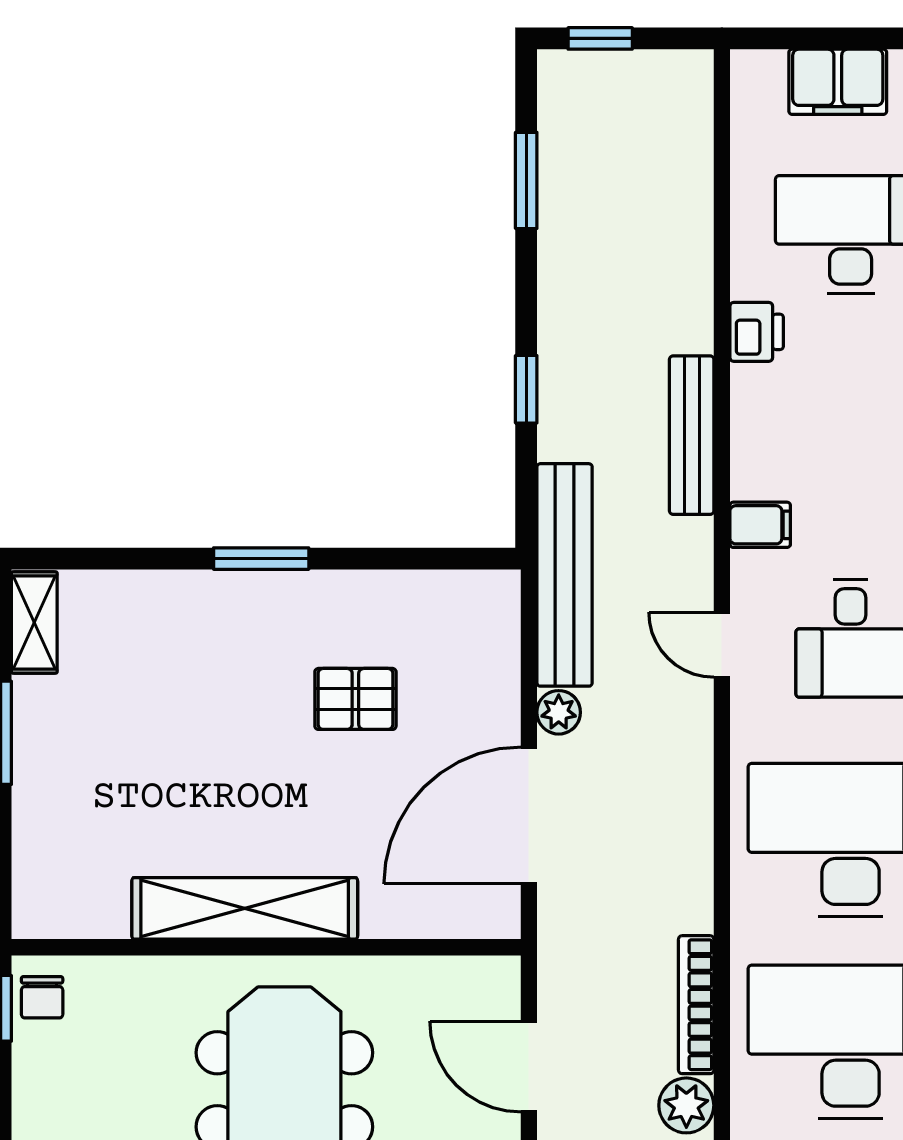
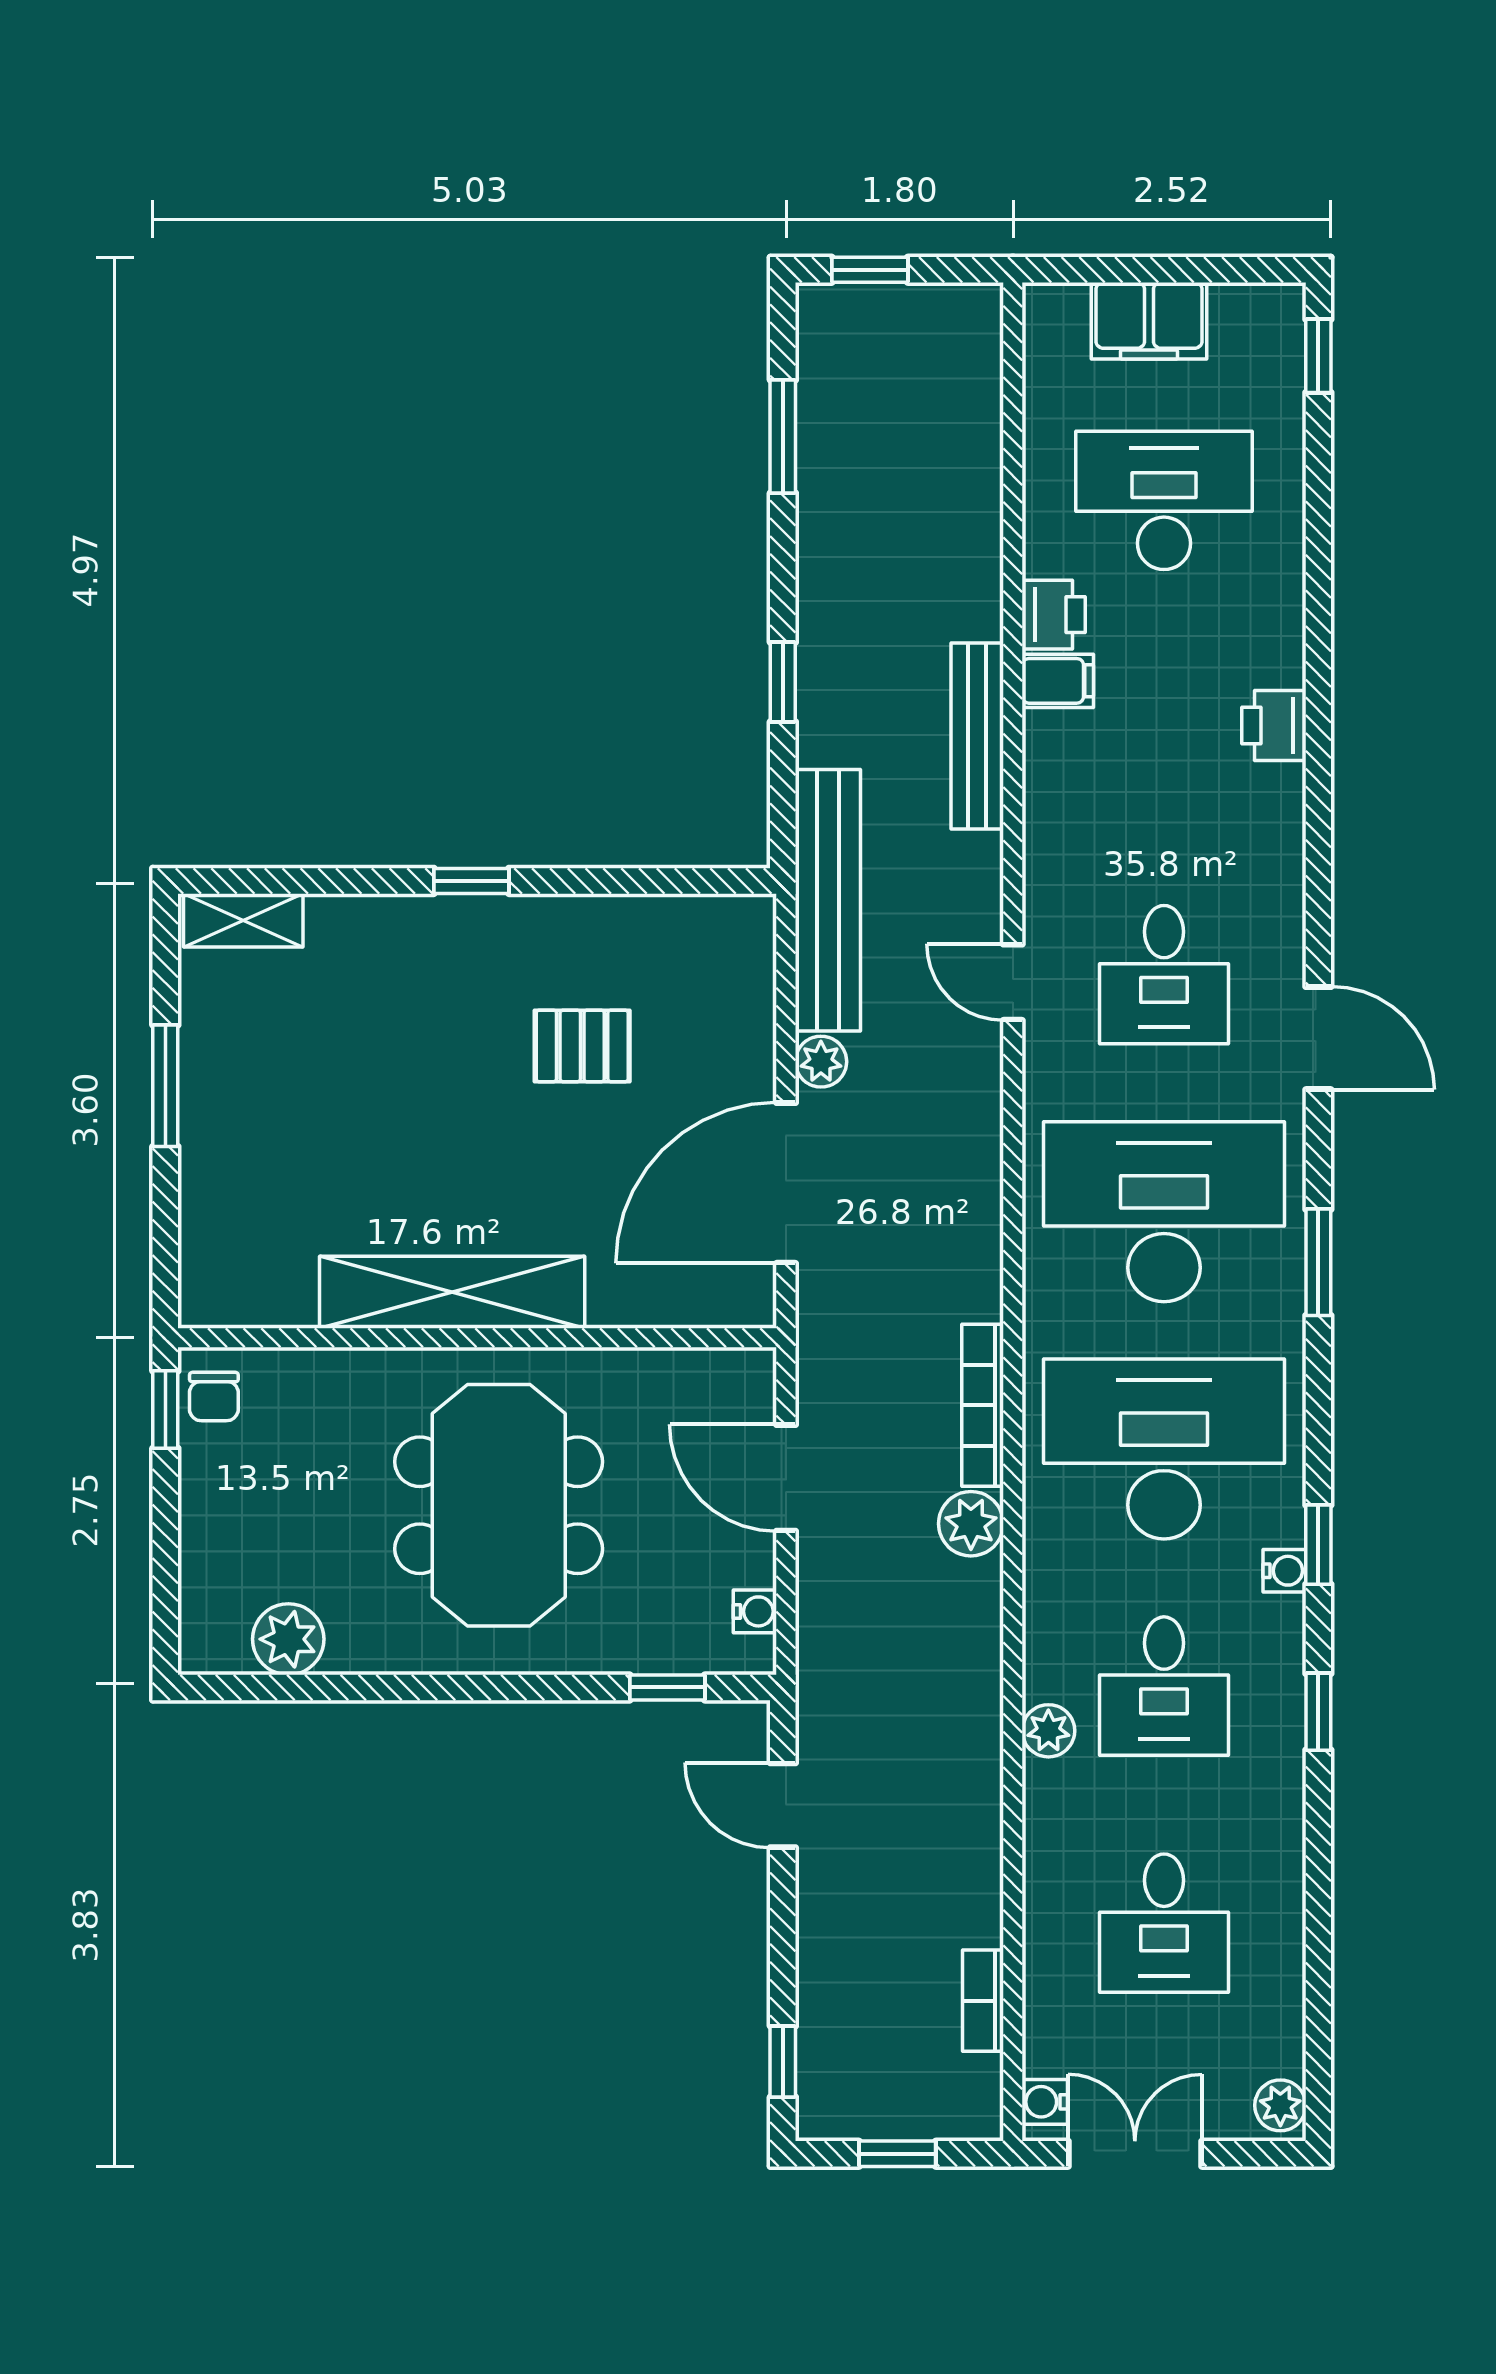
filing cabinet: (760, 525) -> (1058, 681), moved
window: (261, 559) -> (471, 881), width x0.67
shelving: (34, 623) -> (243, 920), moved, turned 90

